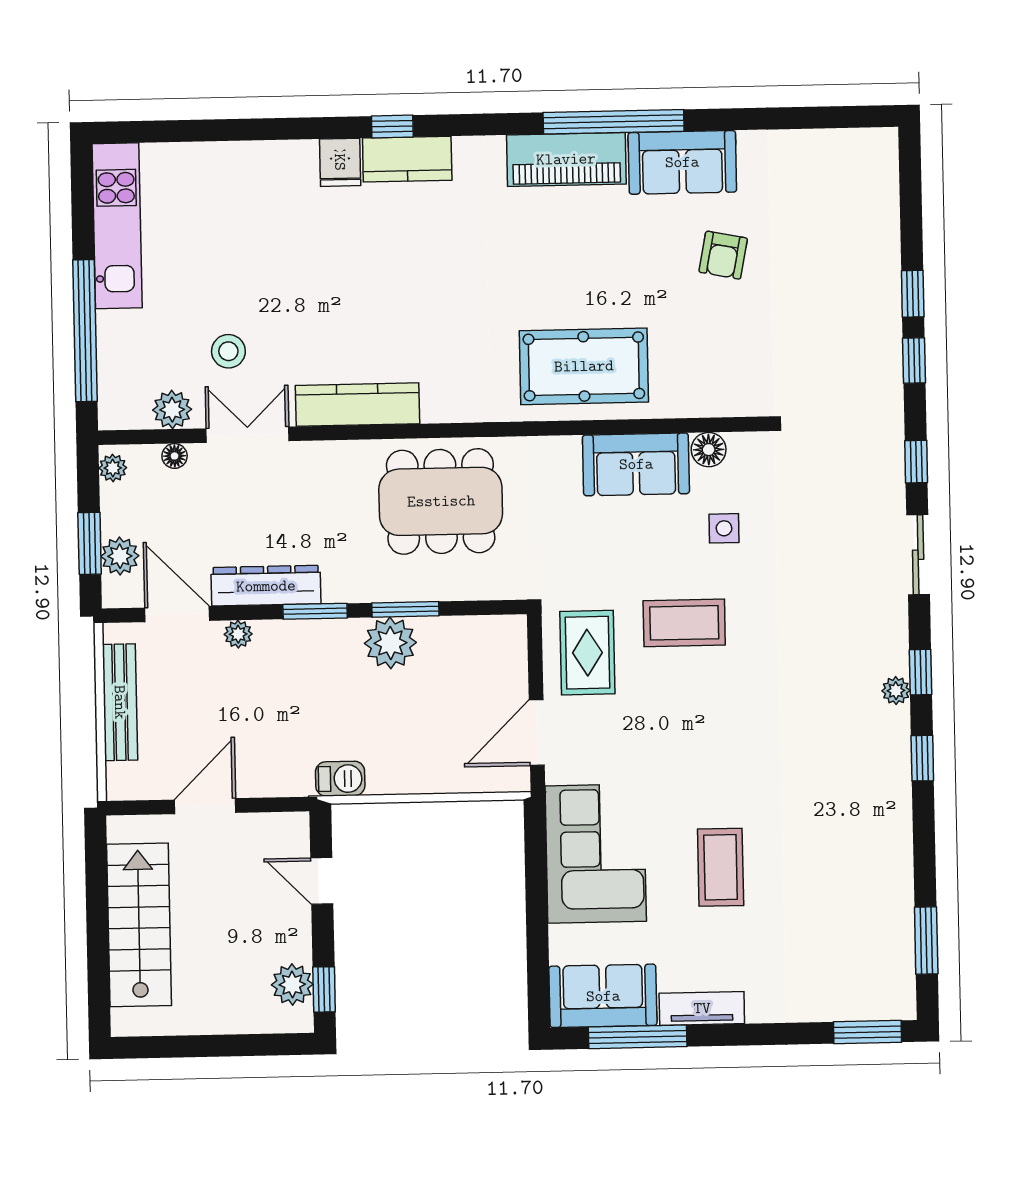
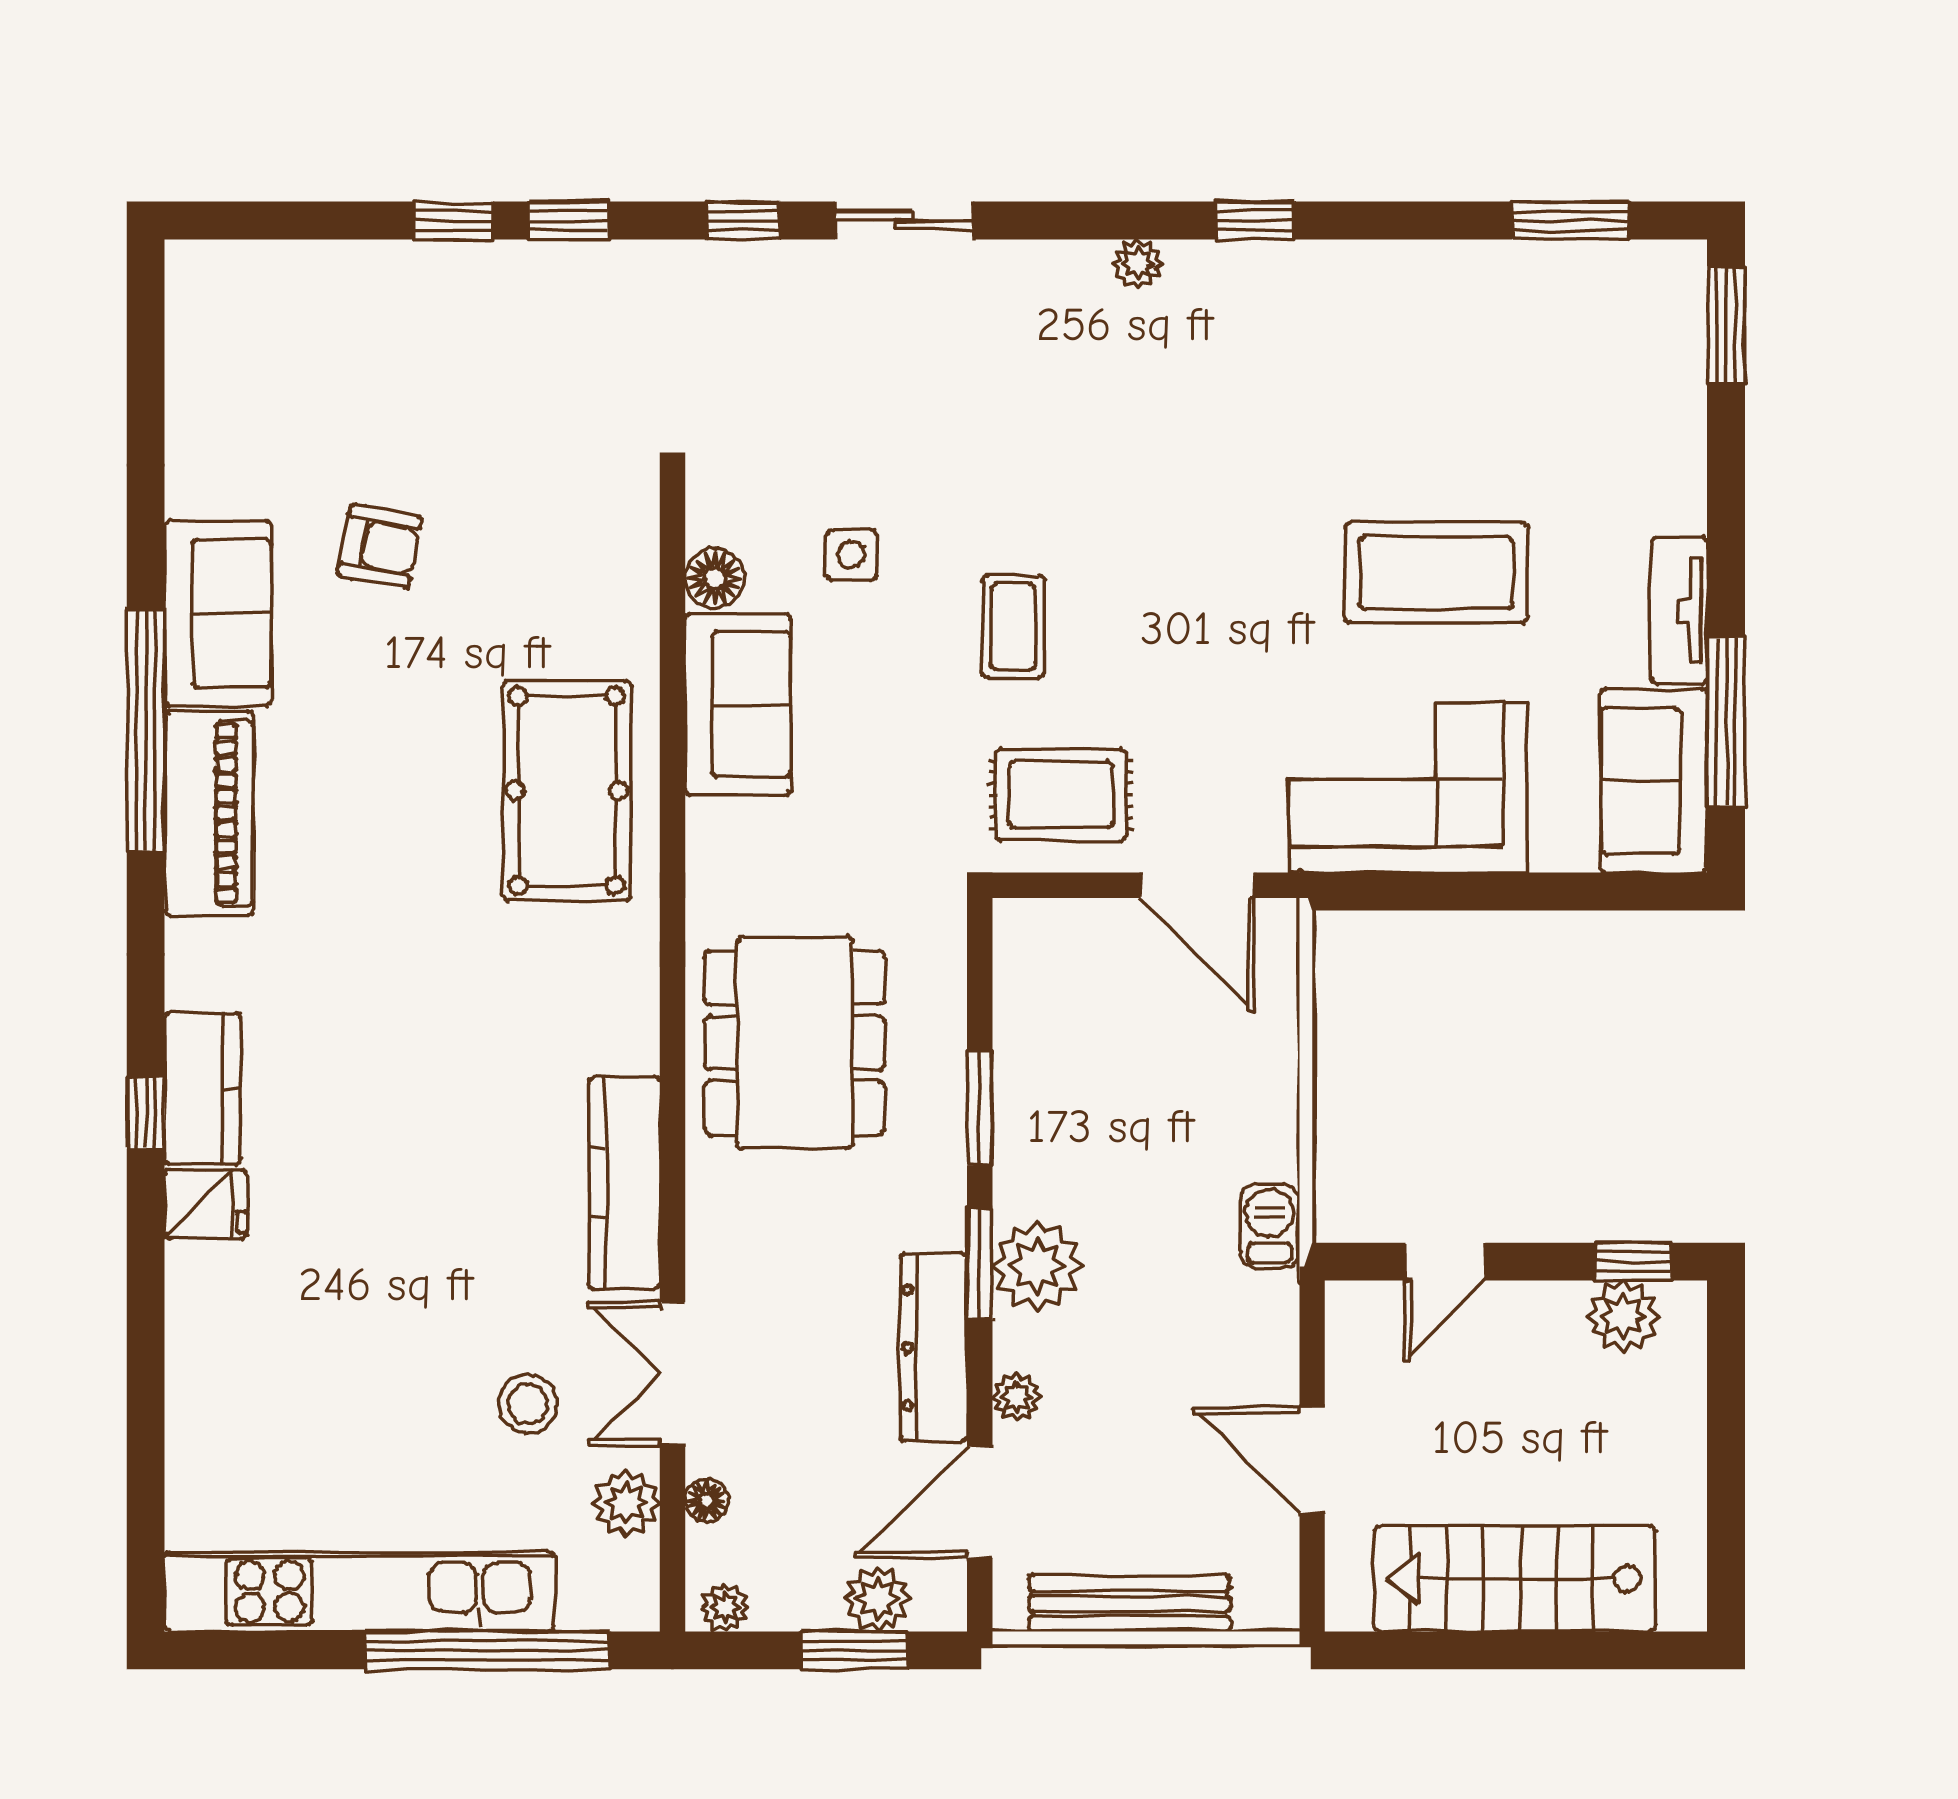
kitchen unit: (117, 226) -> (359, 1591), width x1.36
coffee table: (684, 623) -> (1013, 627), width x0.73, depth x0.77
plant: (390, 643) -> (1037, 1266), moved
window: (921, 672) -> (1107, 221), removed
coffee table: (721, 867) -> (1436, 573), width x1.36, depth x1.32

